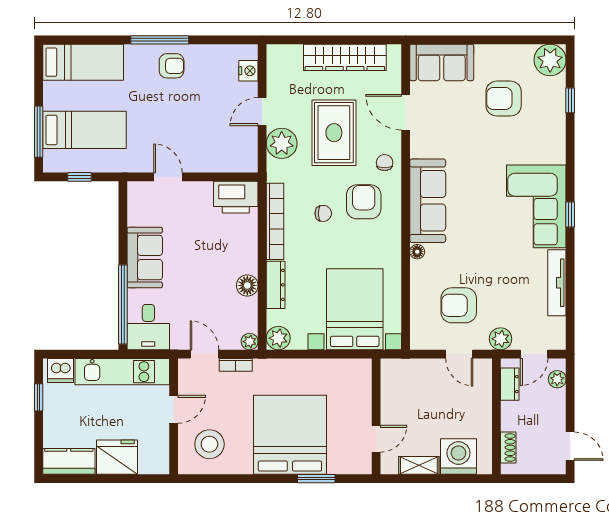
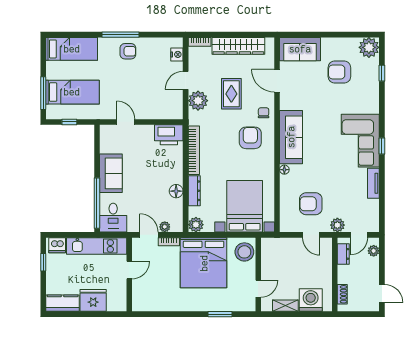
bookcase: (284, 51) -> (200, 42), added
rug: (334, 133) -> (231, 94), width x0.73, depth x0.70
chair: (323, 213) -> (225, 145), removed
tv unit: (557, 283) -> (373, 183), width x0.71
plant: (250, 342) -> (165, 227), moved
bed: (290, 435) -> (204, 263), moved, turned 180
stool: (209, 444) -> (244, 252), moved

